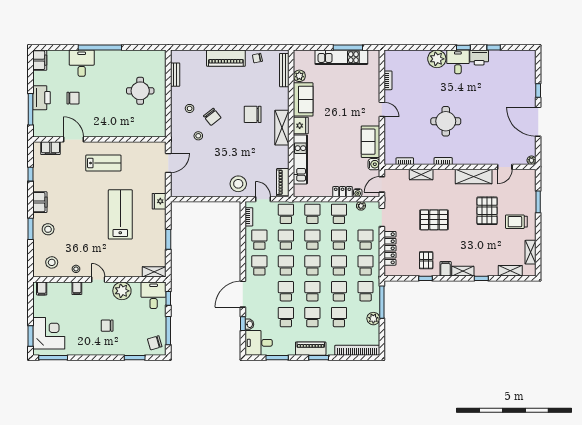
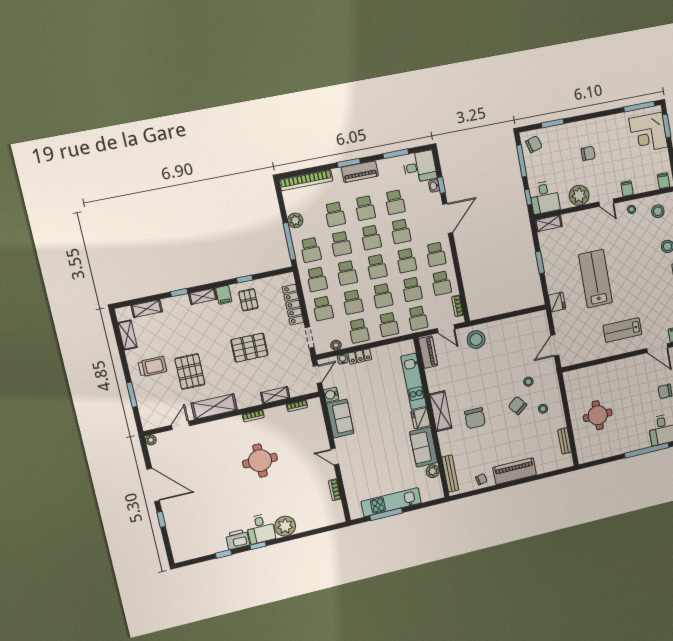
chair: (253, 114) -> (475, 418), turned 90
lab bench: (120, 214) -> (595, 279), turned 180

